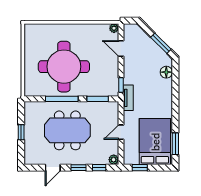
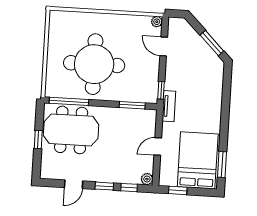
floor lamp: (166, 72) -> (216, 78), removed
window: (62, 99) -> (69, 101), moved
meeting table: (67, 130) -> (71, 130), moved

